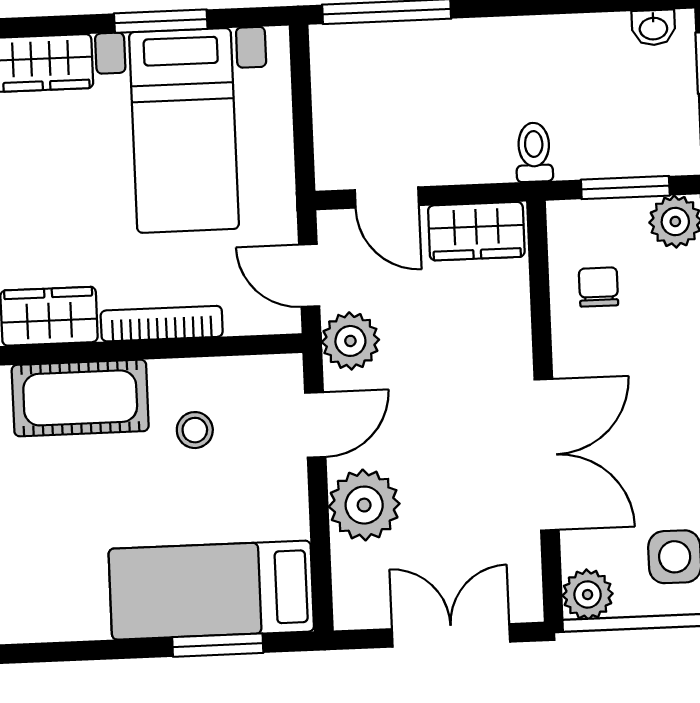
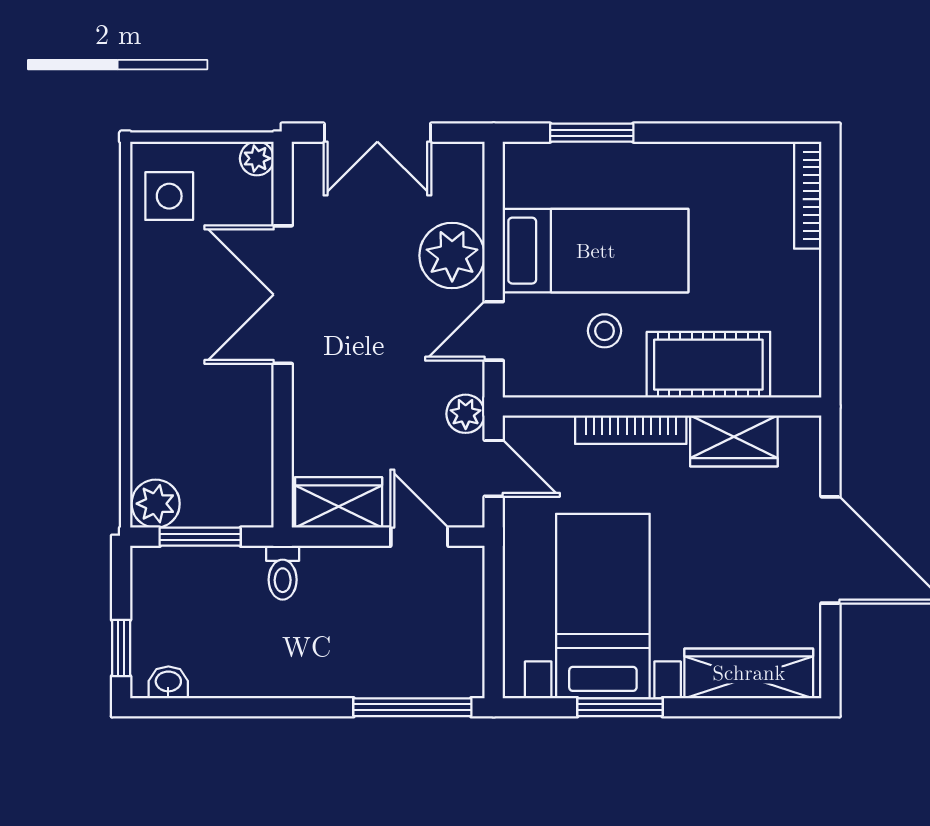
chair: (599, 287) -> (229, 446), removed
plant: (350, 341) -> (466, 414), width x0.73, depth x0.73
bed: (211, 590) -> (596, 251), moved
plant: (588, 595) -> (257, 158), width x0.73, depth x0.73

